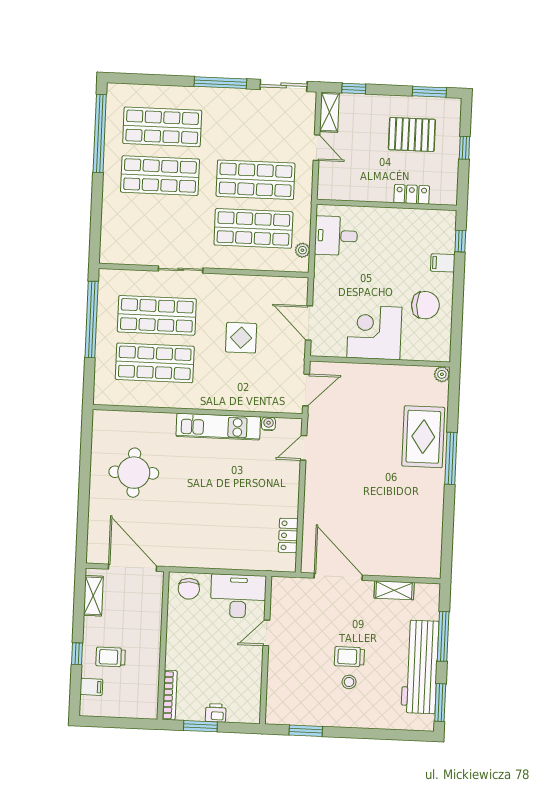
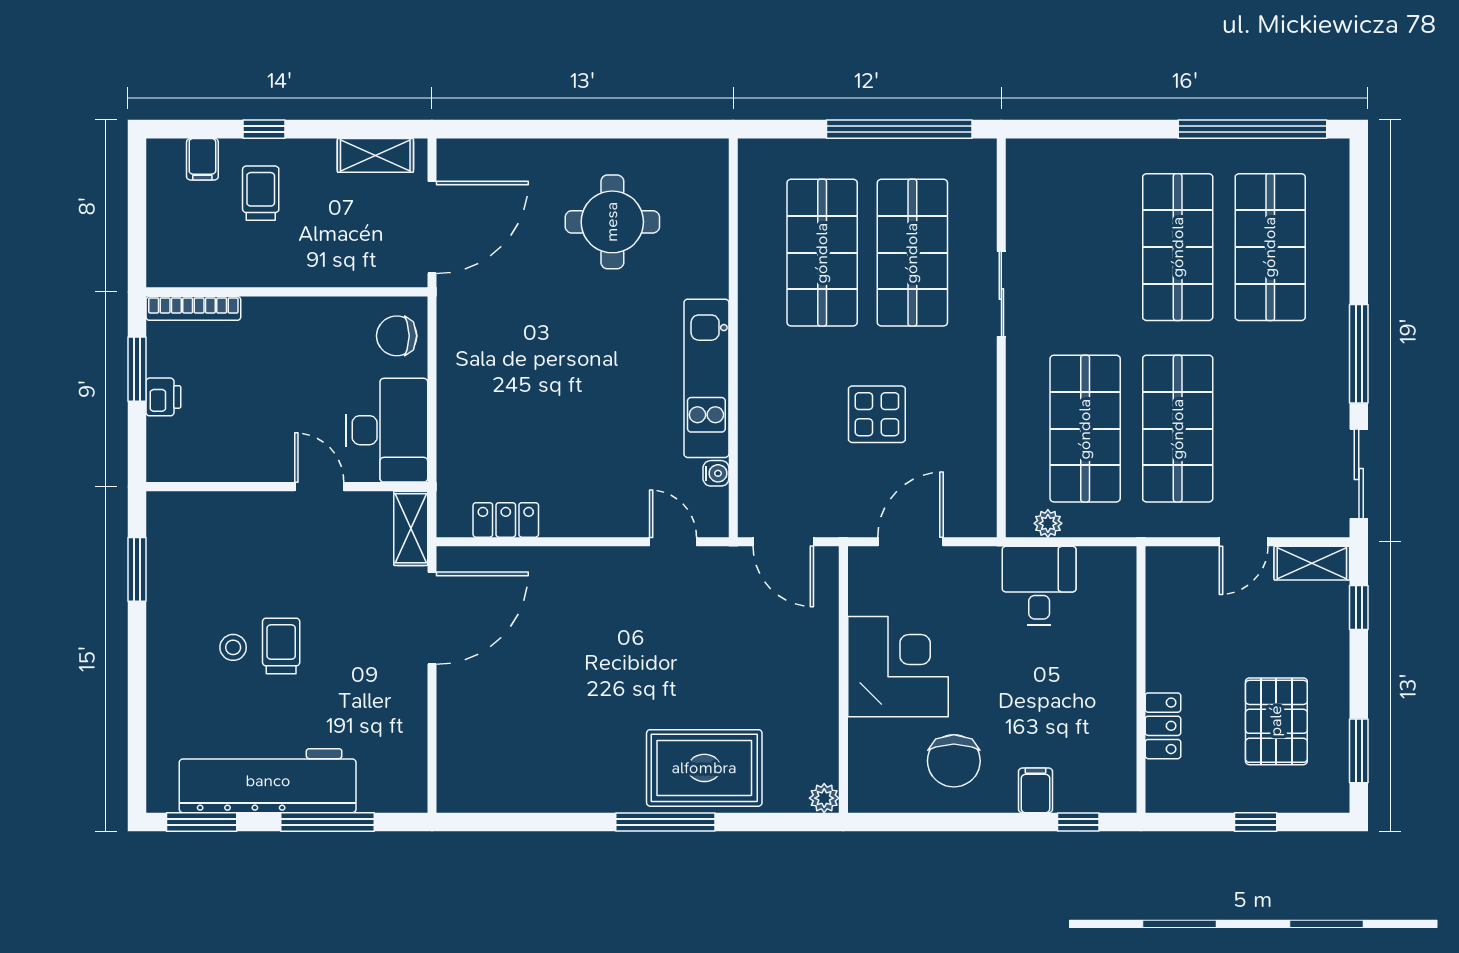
desk: (336, 236) -> (1039, 586), moved
shelving: (394, 590) -> (411, 528), moved

